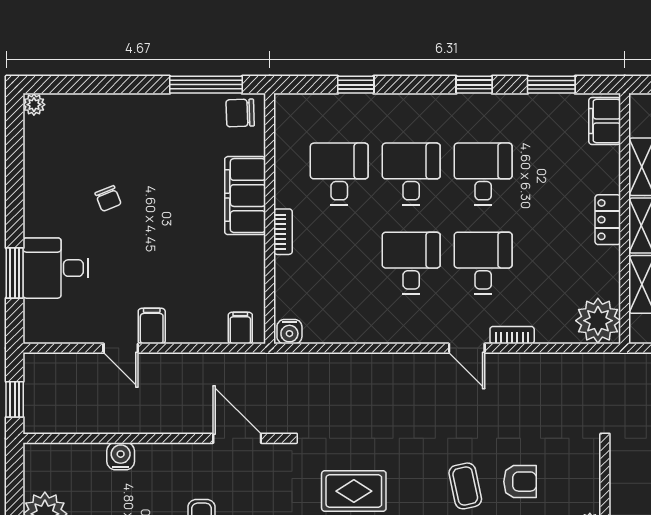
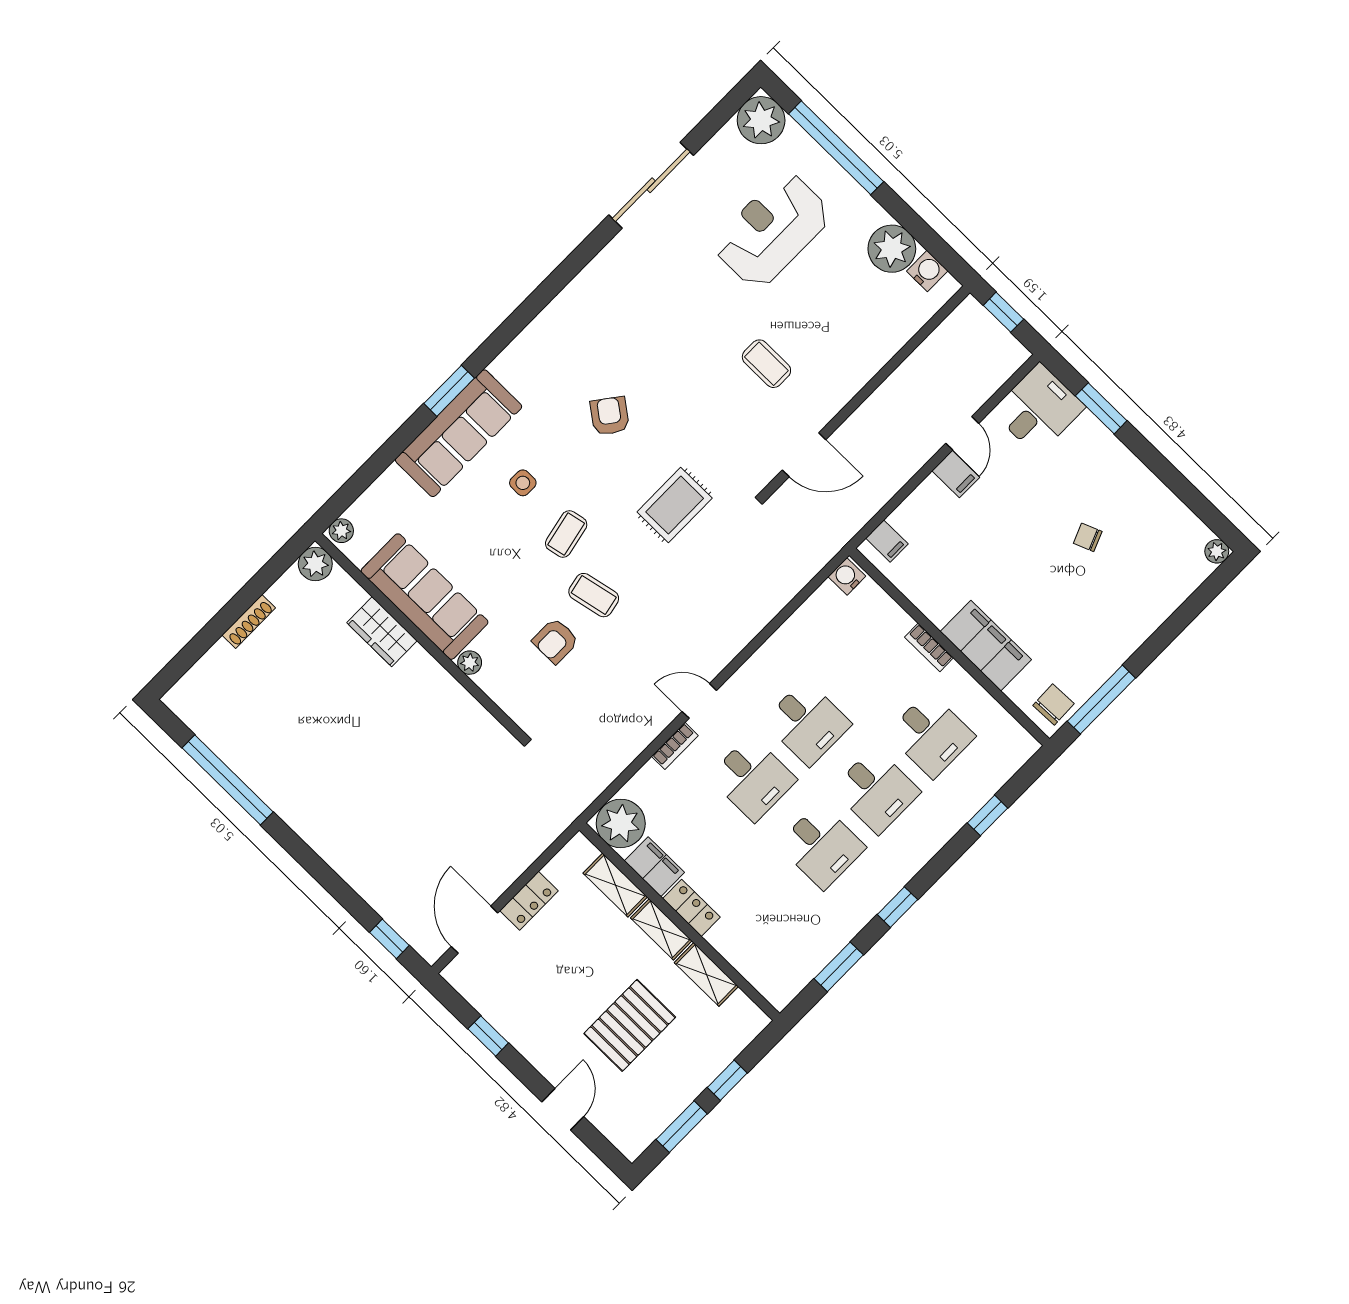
filing cabinet: (605, 121) -> (654, 867), moved
desk: (56, 268) -> (1038, 409), moved
door: (121, 348) -> (962, 433), swing flipped
water cooler: (121, 456) -> (927, 271), moved, turned -90

